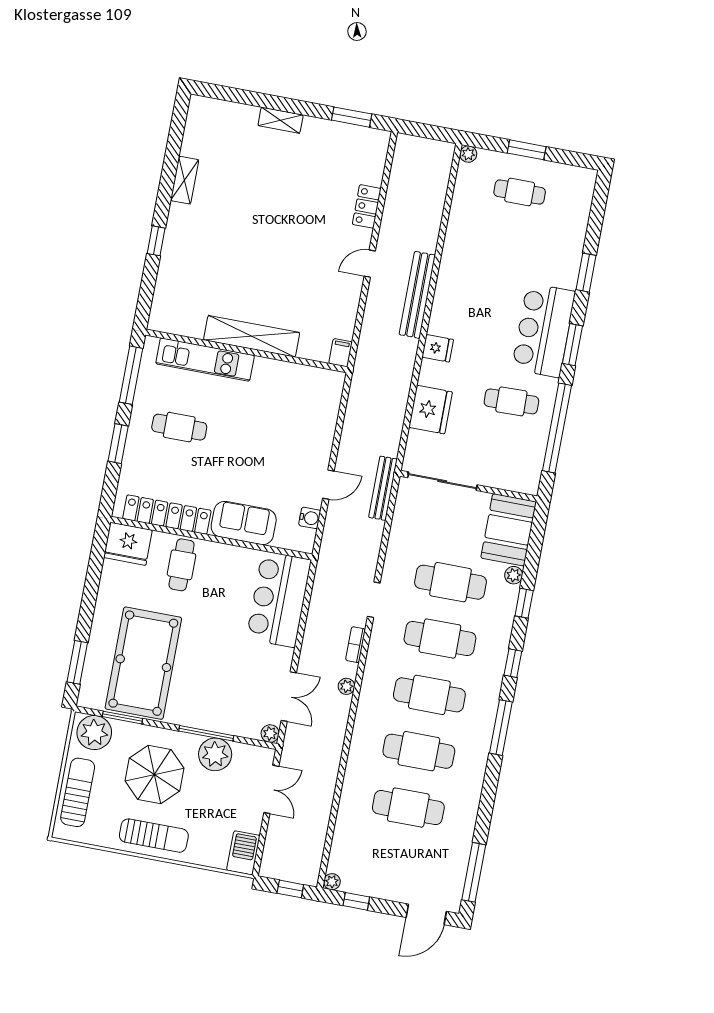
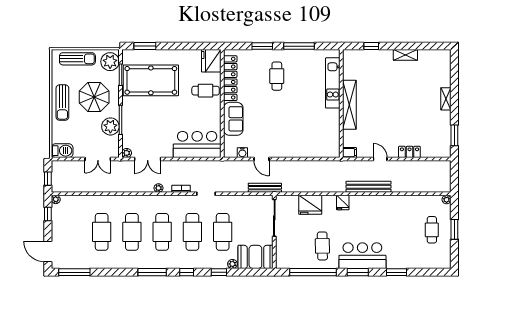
shelving: (252, 336) -> (349, 105), moved
wall: (246, 351) -> (341, 104), moved
filing cabinet: (341, 353) -> (350, 153), moved
kitchen unit: (205, 360) -> (333, 83), moved

